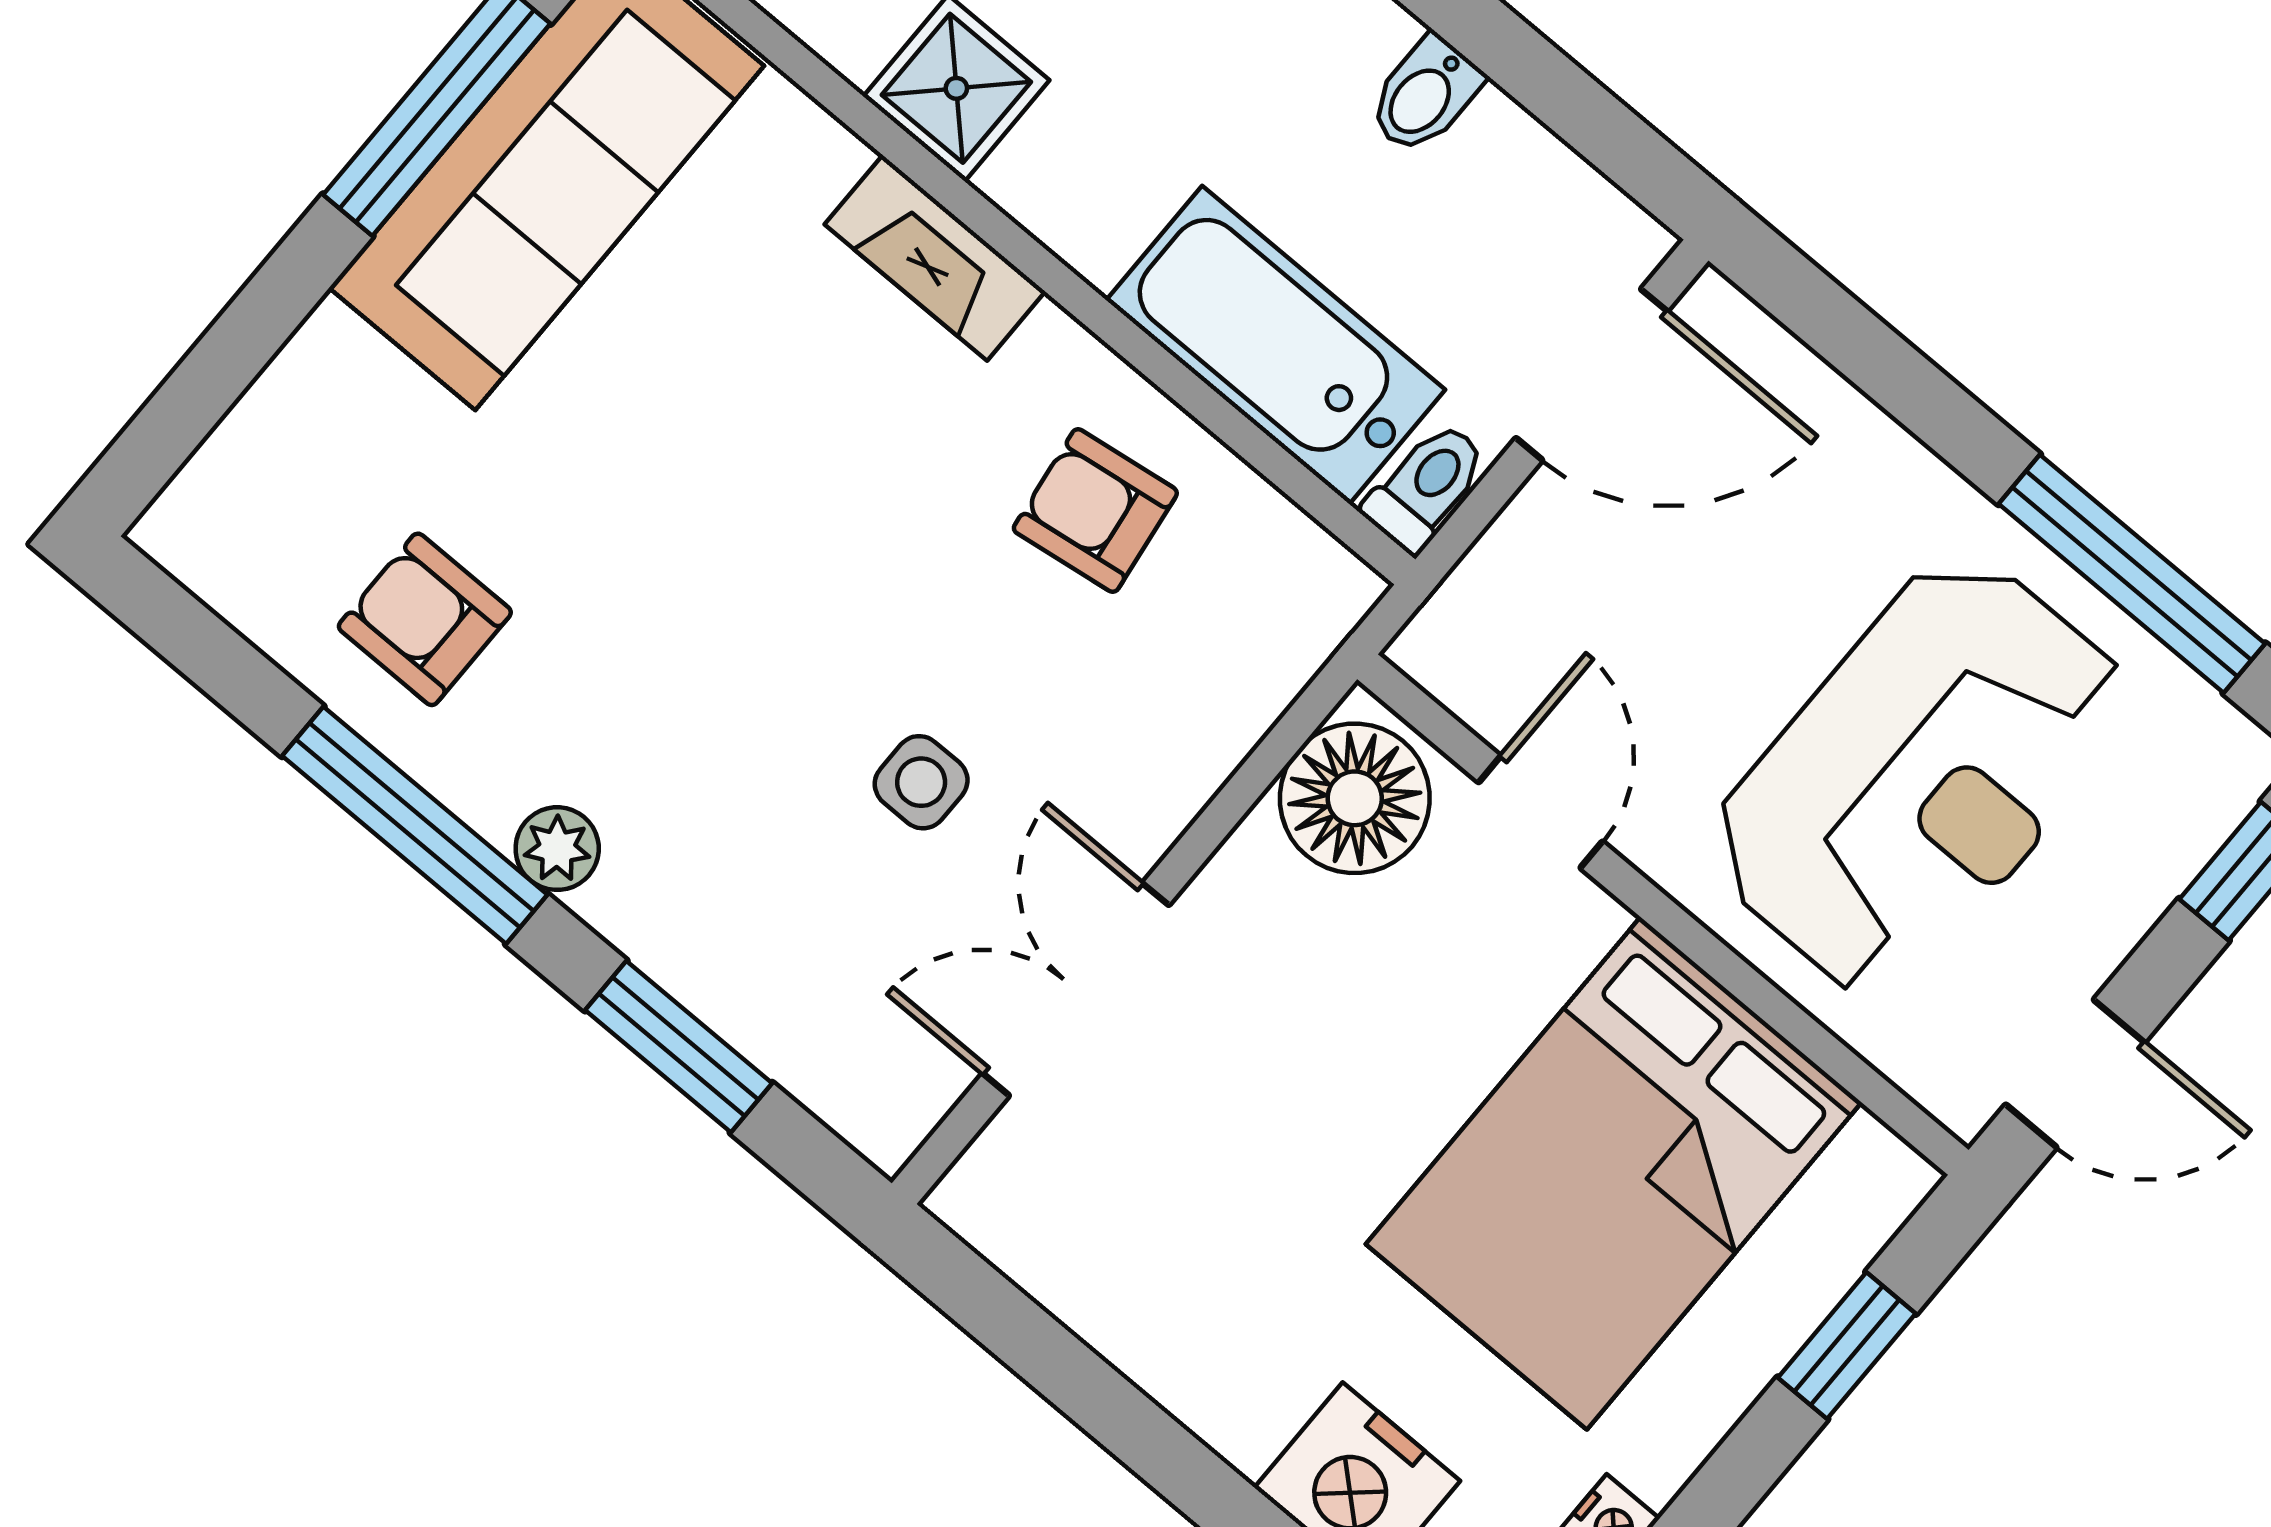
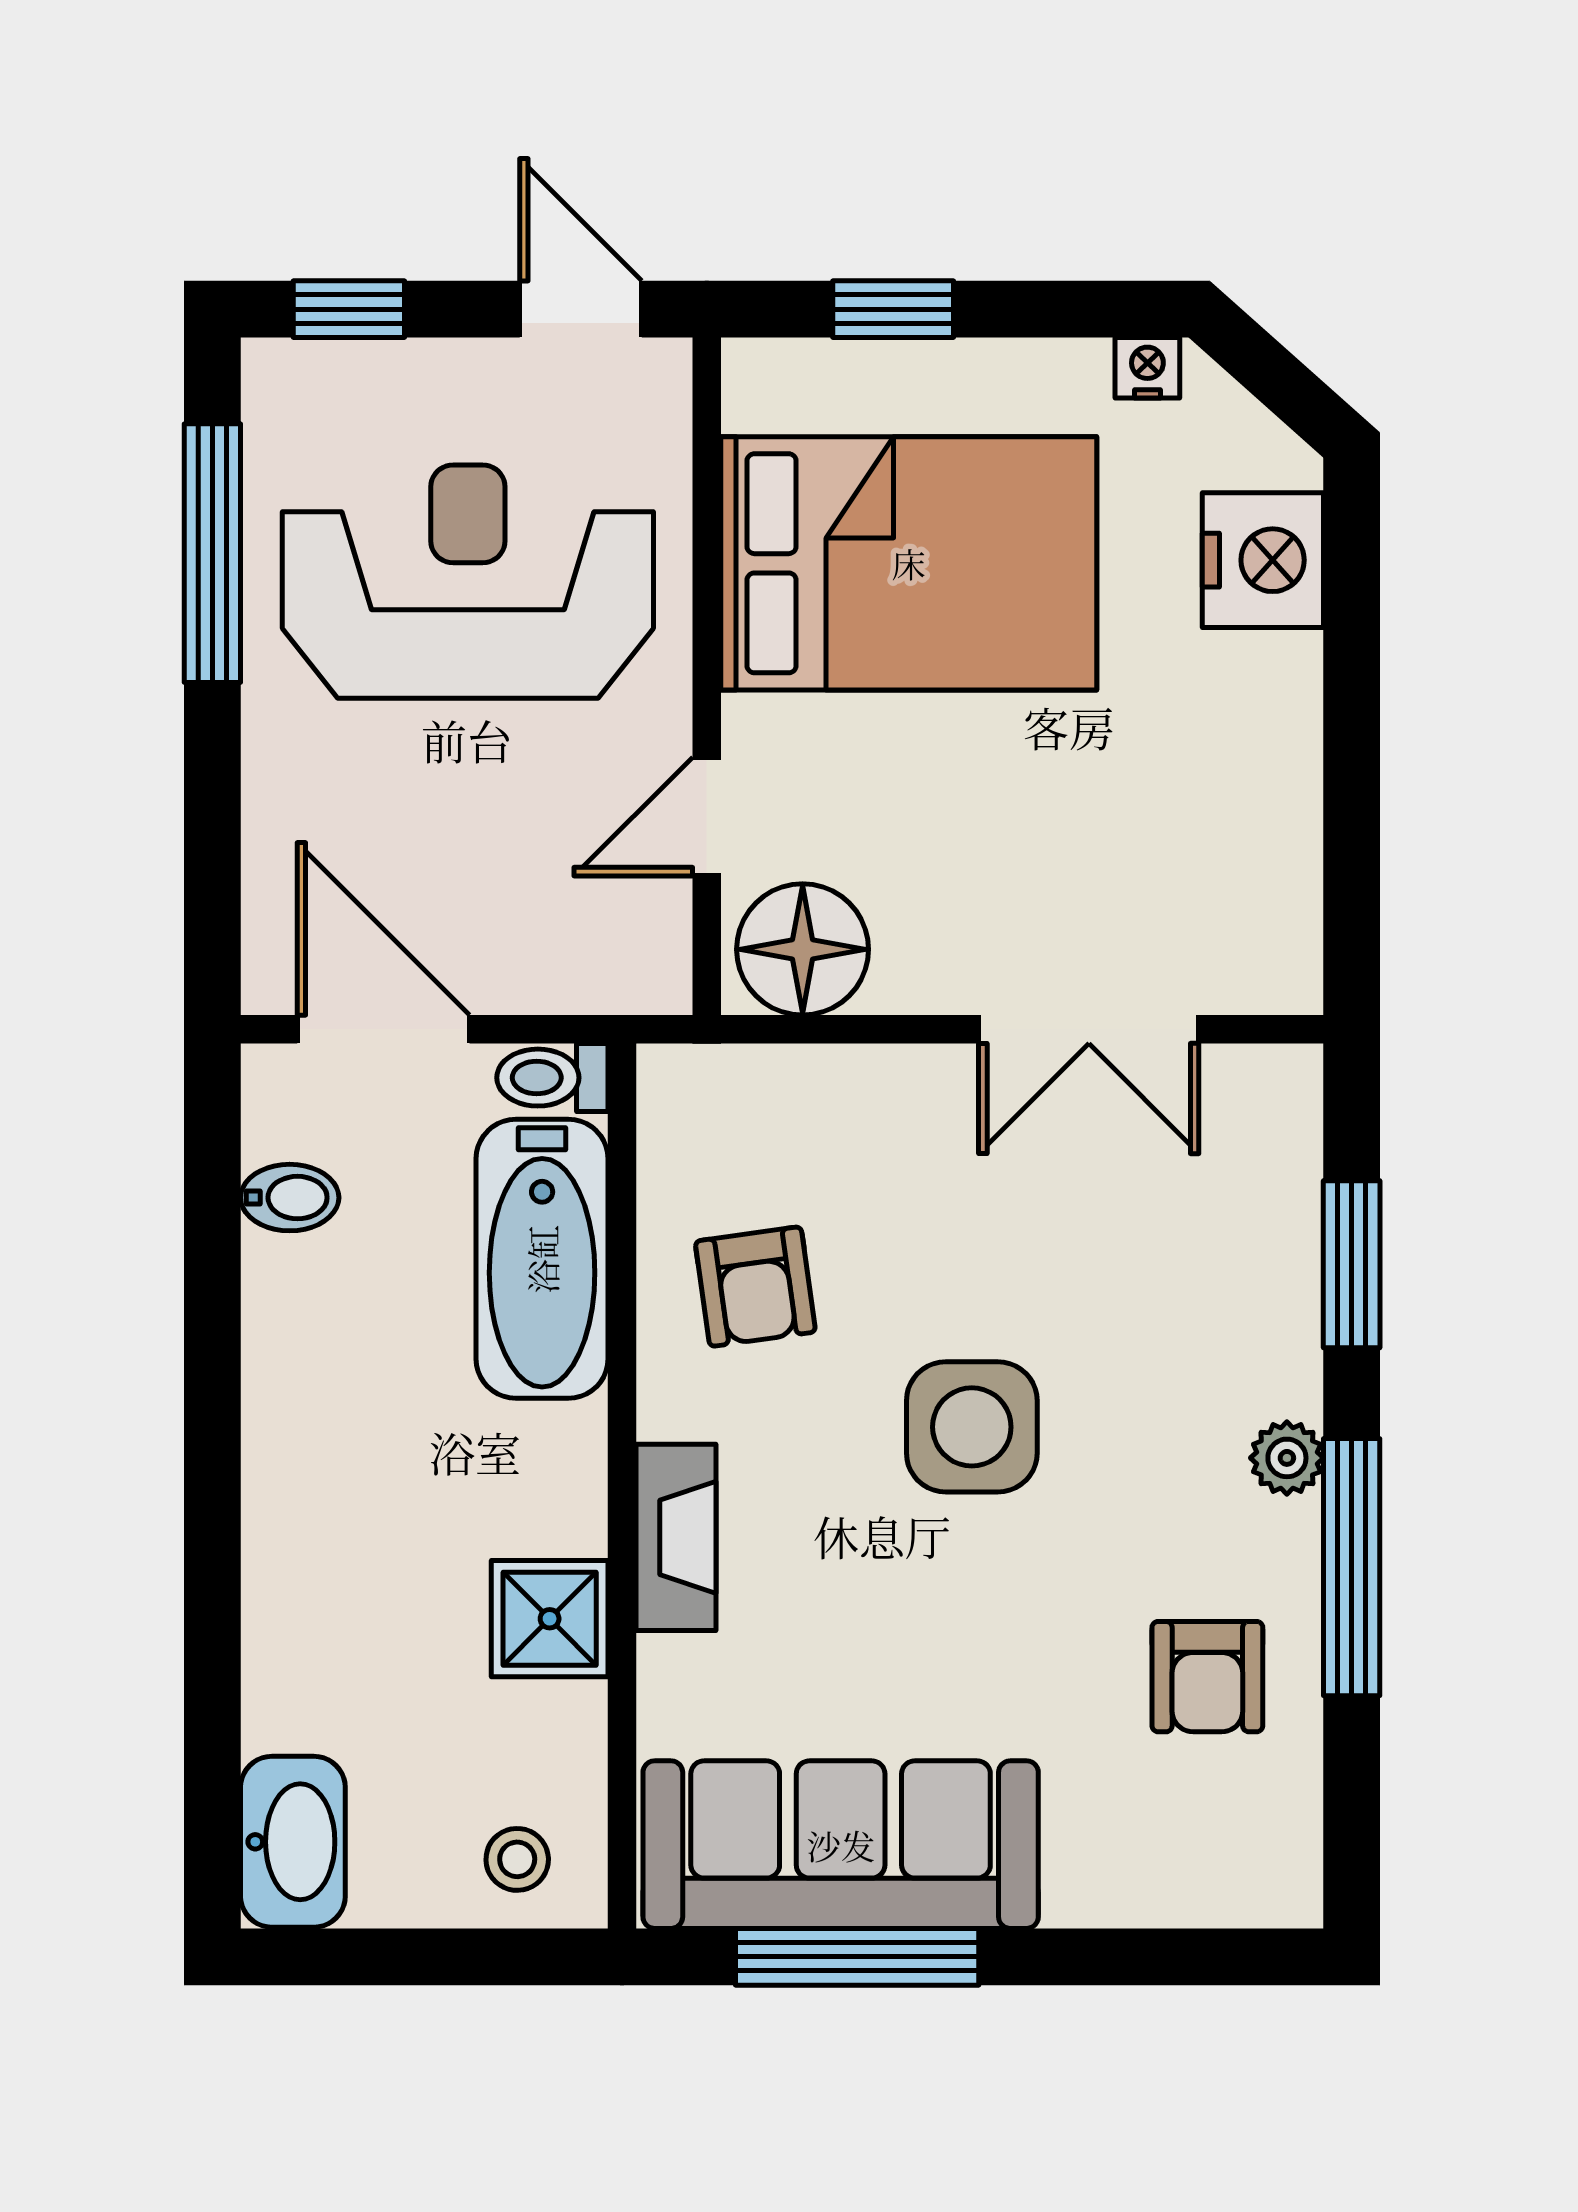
bidet: (1425, 95) -> (290, 1198), moved
side table: (921, 782) -> (972, 1427), moved, width x1.87, depth x1.87

